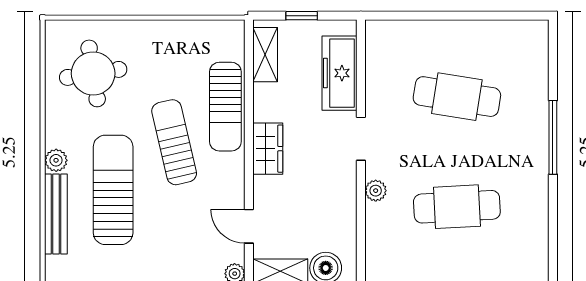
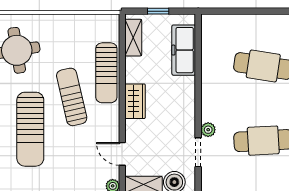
doorway: (361, 139) -> (198, 152), moved
sun lounger: (113, 190) -> (30, 129), turned 180

